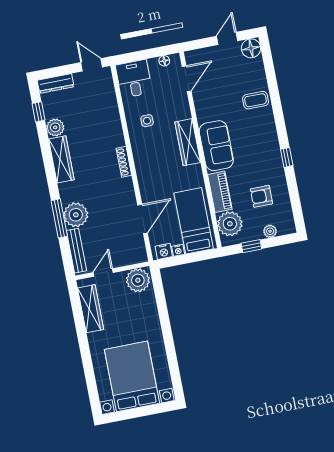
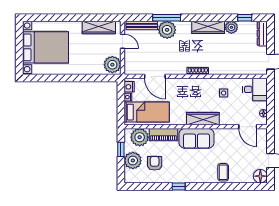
plant: (270, 231) -> (133, 161), width x1.87, depth x1.87

